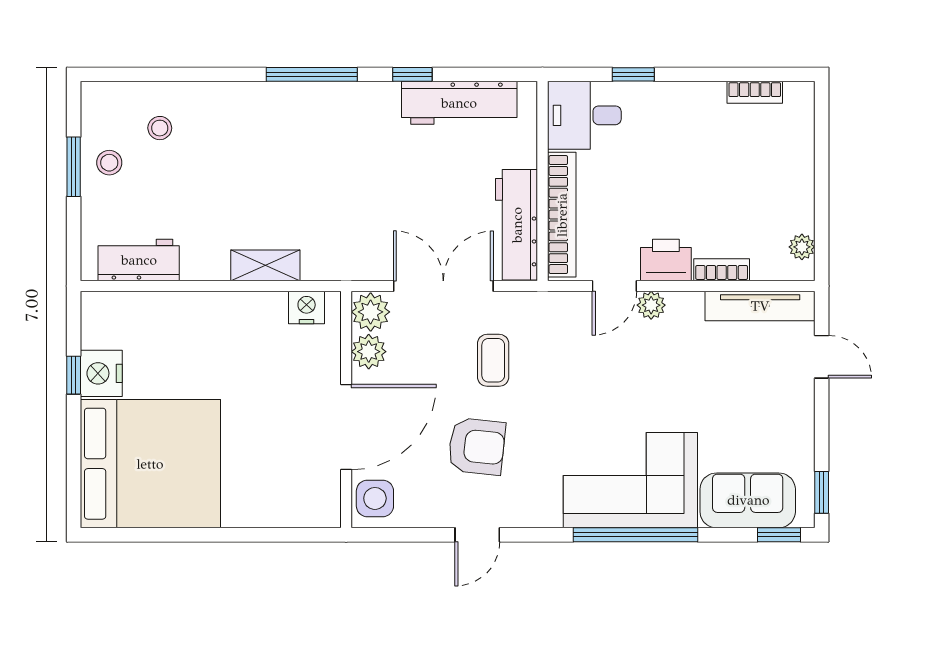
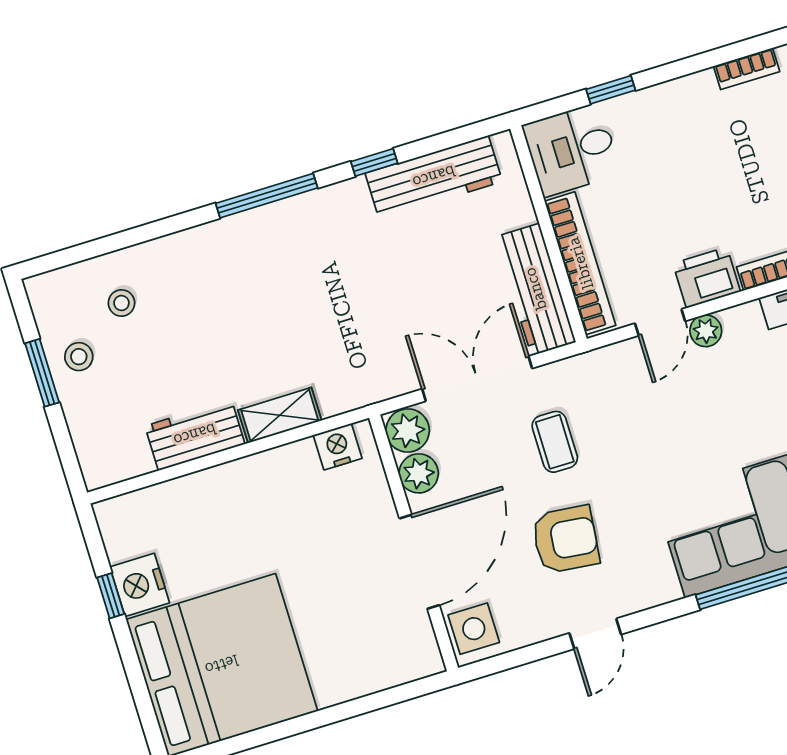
workbench: (139, 260) -> (195, 435), moved

